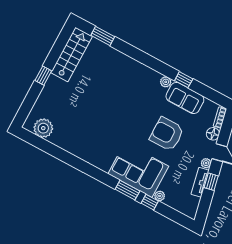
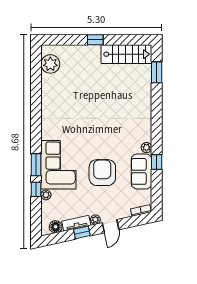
floor lamp: (213, 134) -> (56, 227), moved

